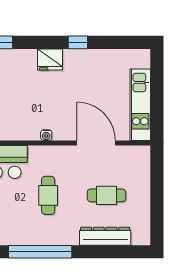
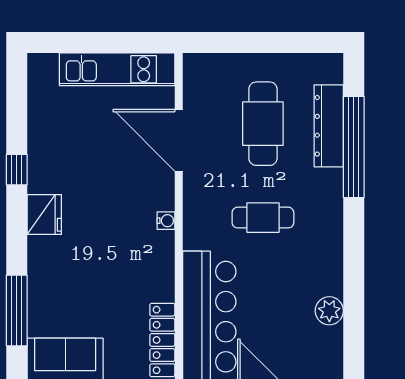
door: (96, 143) -> (179, 140), hinge flipped
cafe table: (107, 195) -> (263, 124), width x1.37, depth x1.35
window: (40, 252) -> (354, 147), moved

